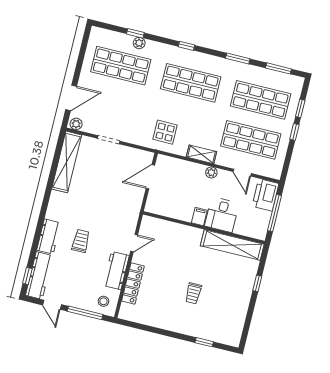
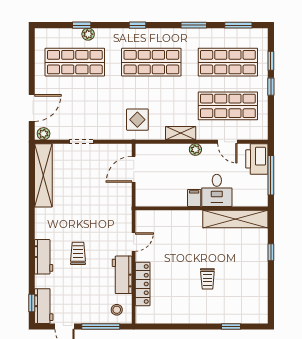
workbench: (39, 275) -> (44, 306), width x0.73

